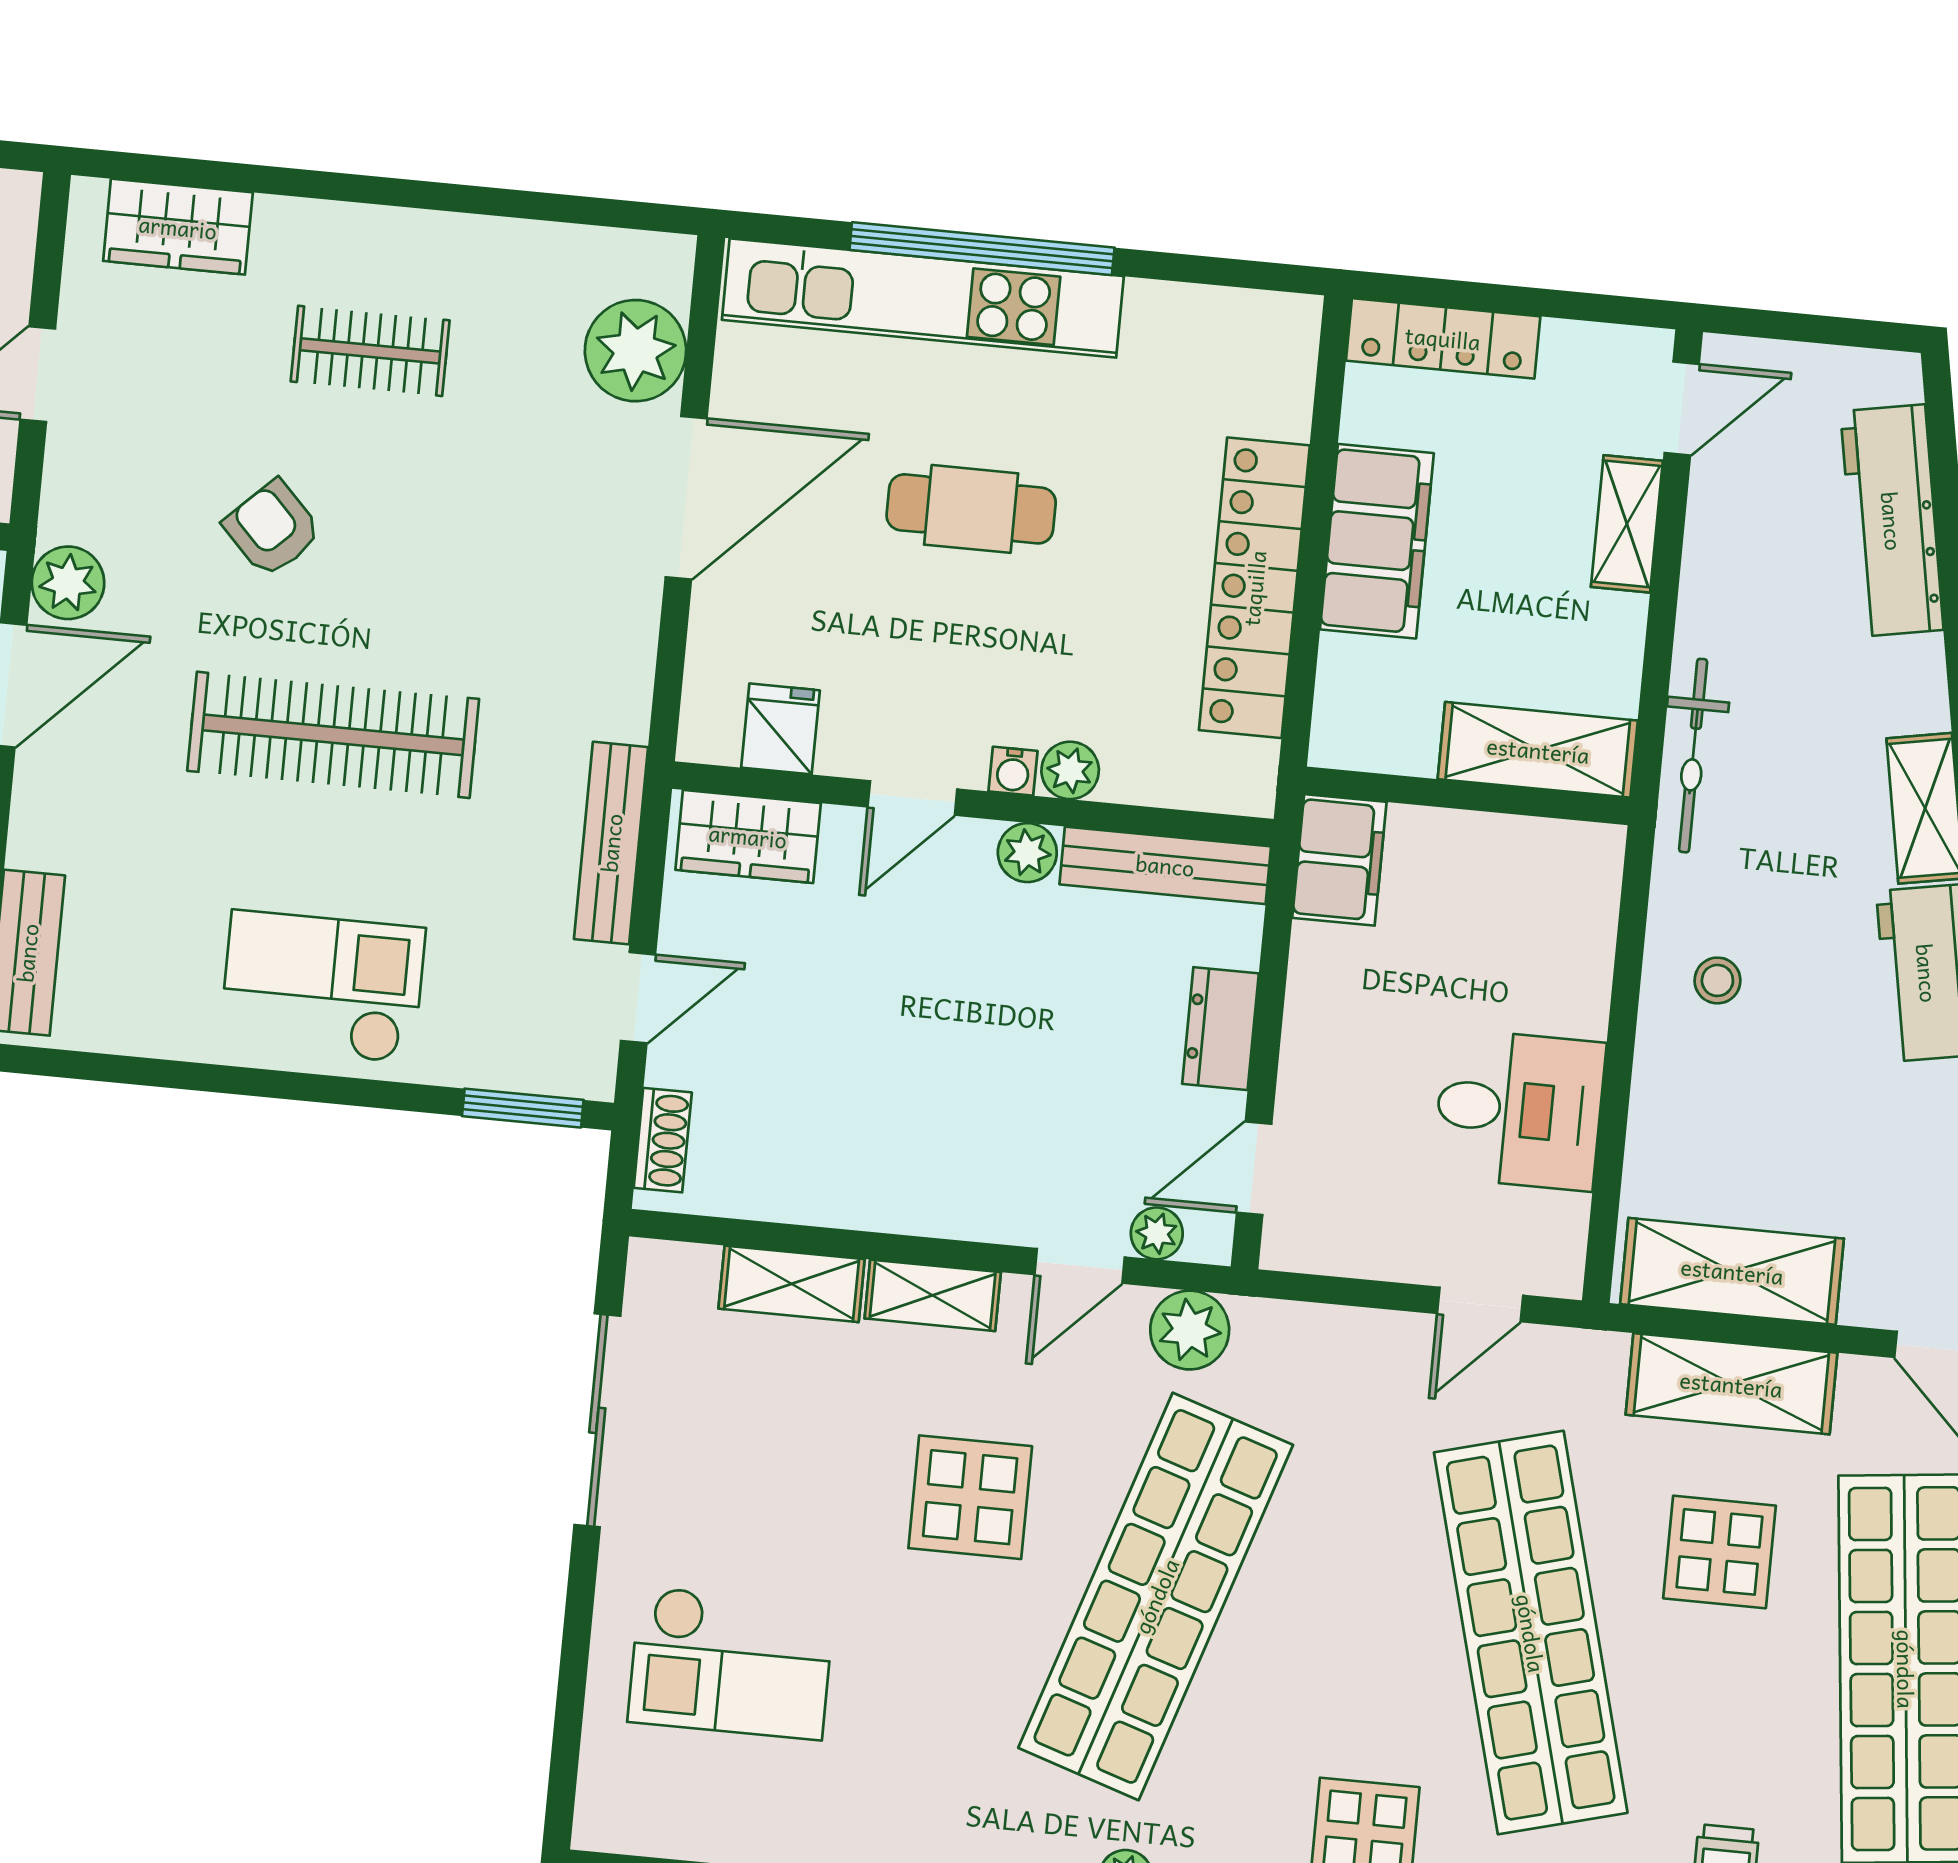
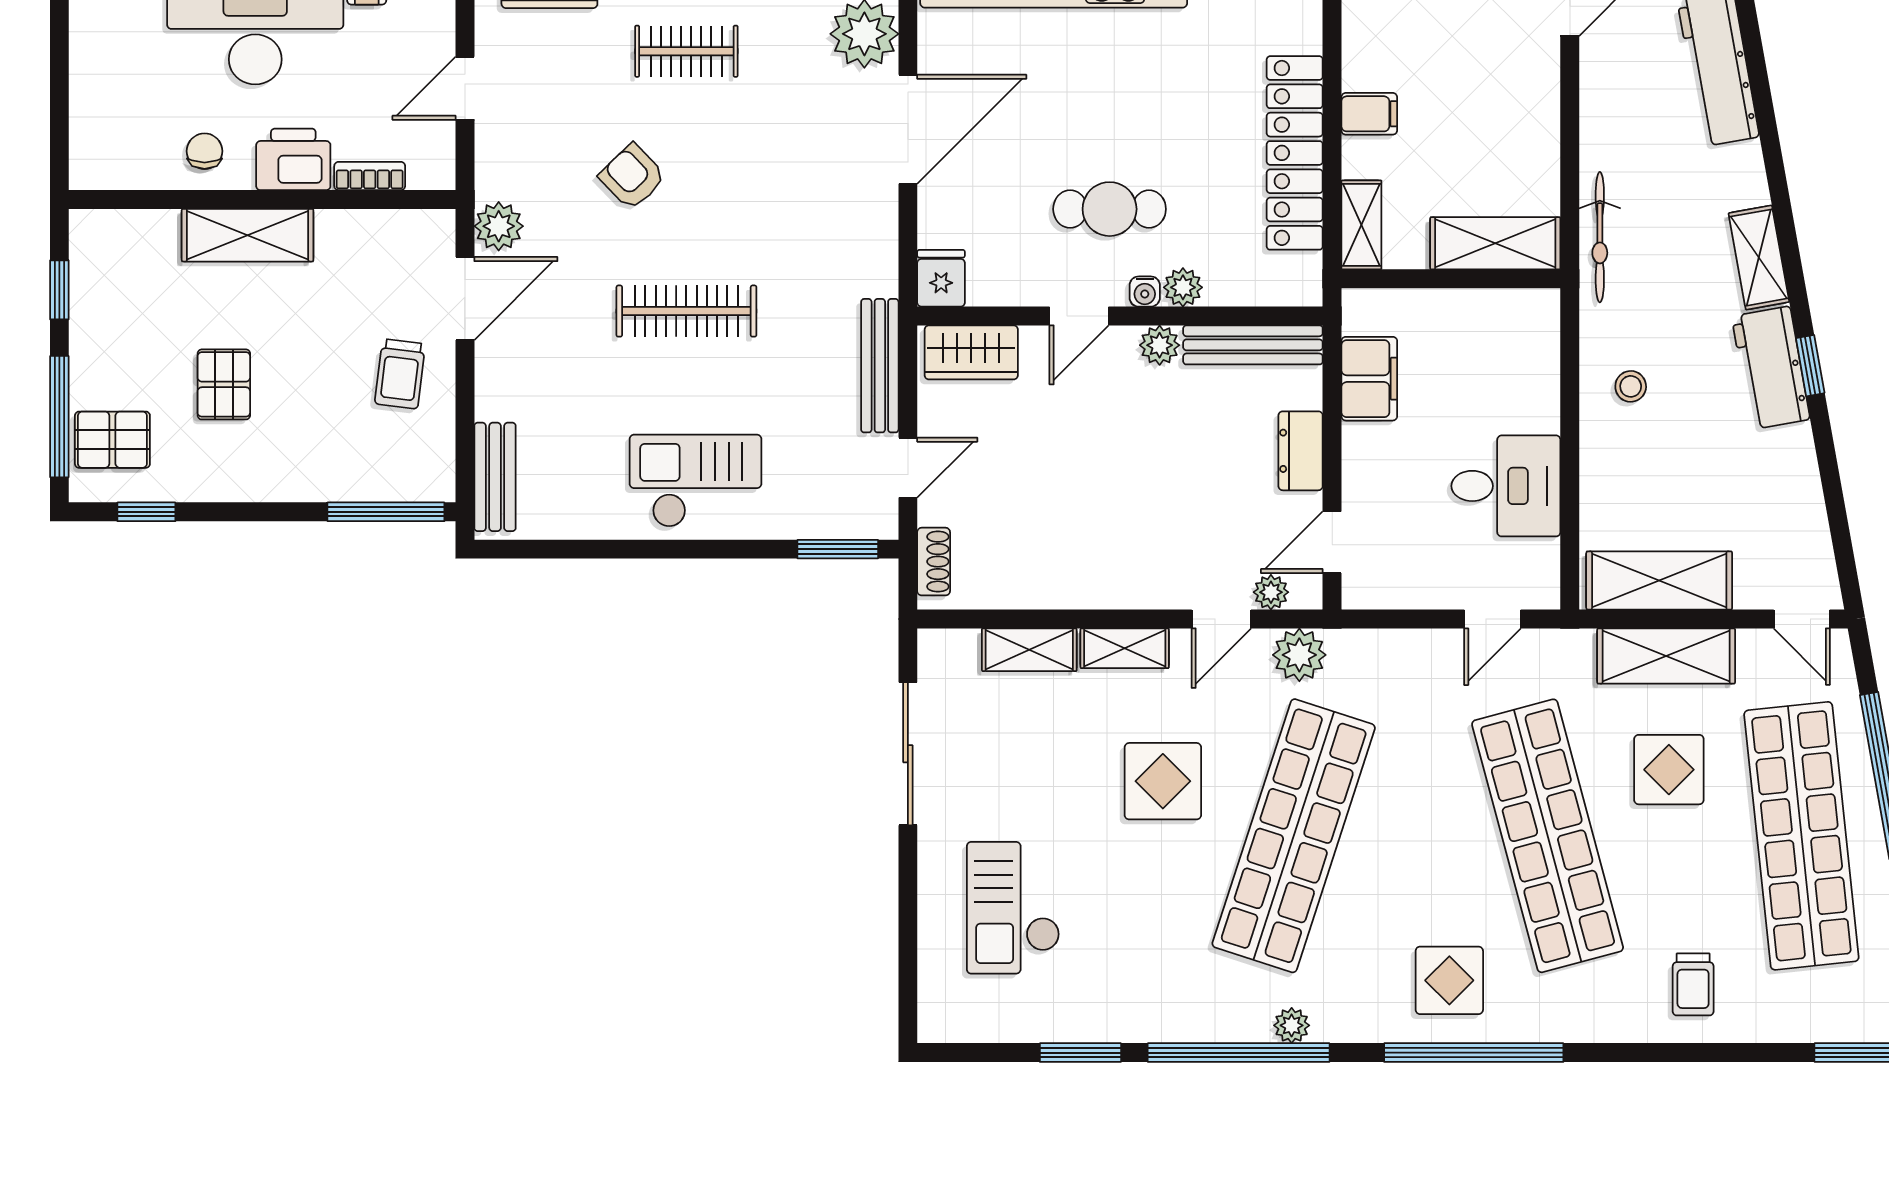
cafe table: (971, 509) -> (1110, 209), moved
shelving: (1627, 524) -> (1361, 225), moved
filing cabinet: (1377, 541) -> (1369, 114), width x0.33, depth x0.86
fridge: (780, 729) -> (941, 278), moved
clothes rail: (333, 735) -> (686, 311), width x0.73, depth x0.76
filing cabinet: (1339, 860) -> (1369, 379), moved
checkout: (731, 1663) -> (1013, 908), turned 90

